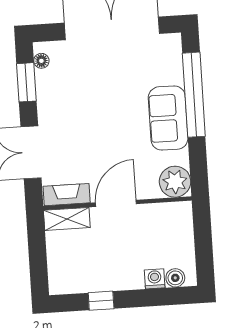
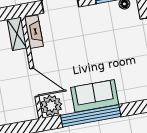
window: (194, 95) -> (91, 116), moved
door: (116, 203) -> (34, 82), moved

